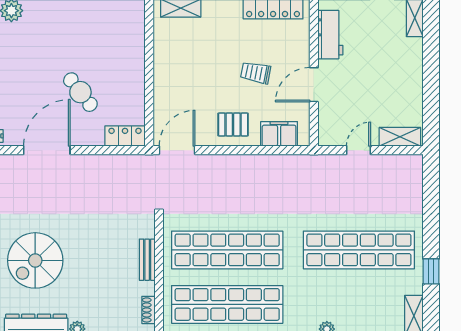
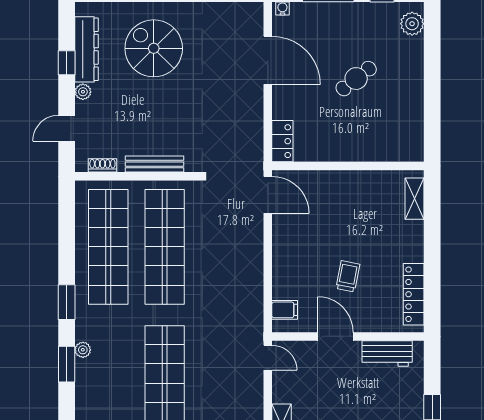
cafe table: (80, 92) -> (356, 79), moved
pallet: (233, 125) -> (294, 253), removed
filing cabinet: (279, 134) -> (285, 310), width x0.50
door: (358, 150) -> (268, 358), moved
bench: (147, 260) -> (154, 164), width x1.36

